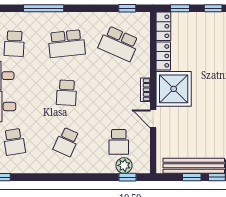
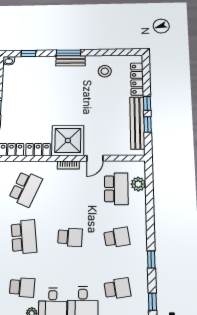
school desk: (66, 142) -> (117, 237), turned -33
school desk: (119, 142) -> (116, 189), width x1.85
window: (127, 177) -> (151, 259), moved

